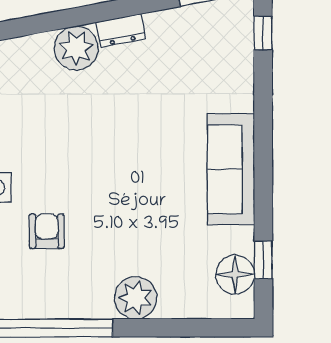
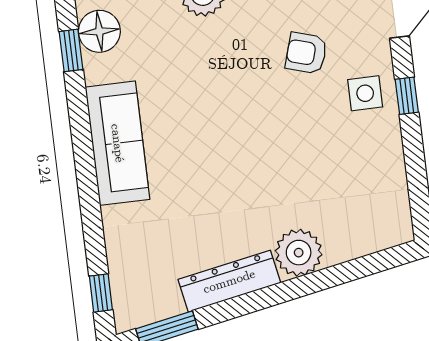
dresser: (121, 30) -> (229, 281), width x1.96, depth x1.24
armchair: (47, 231) -> (306, 53), turned 107

